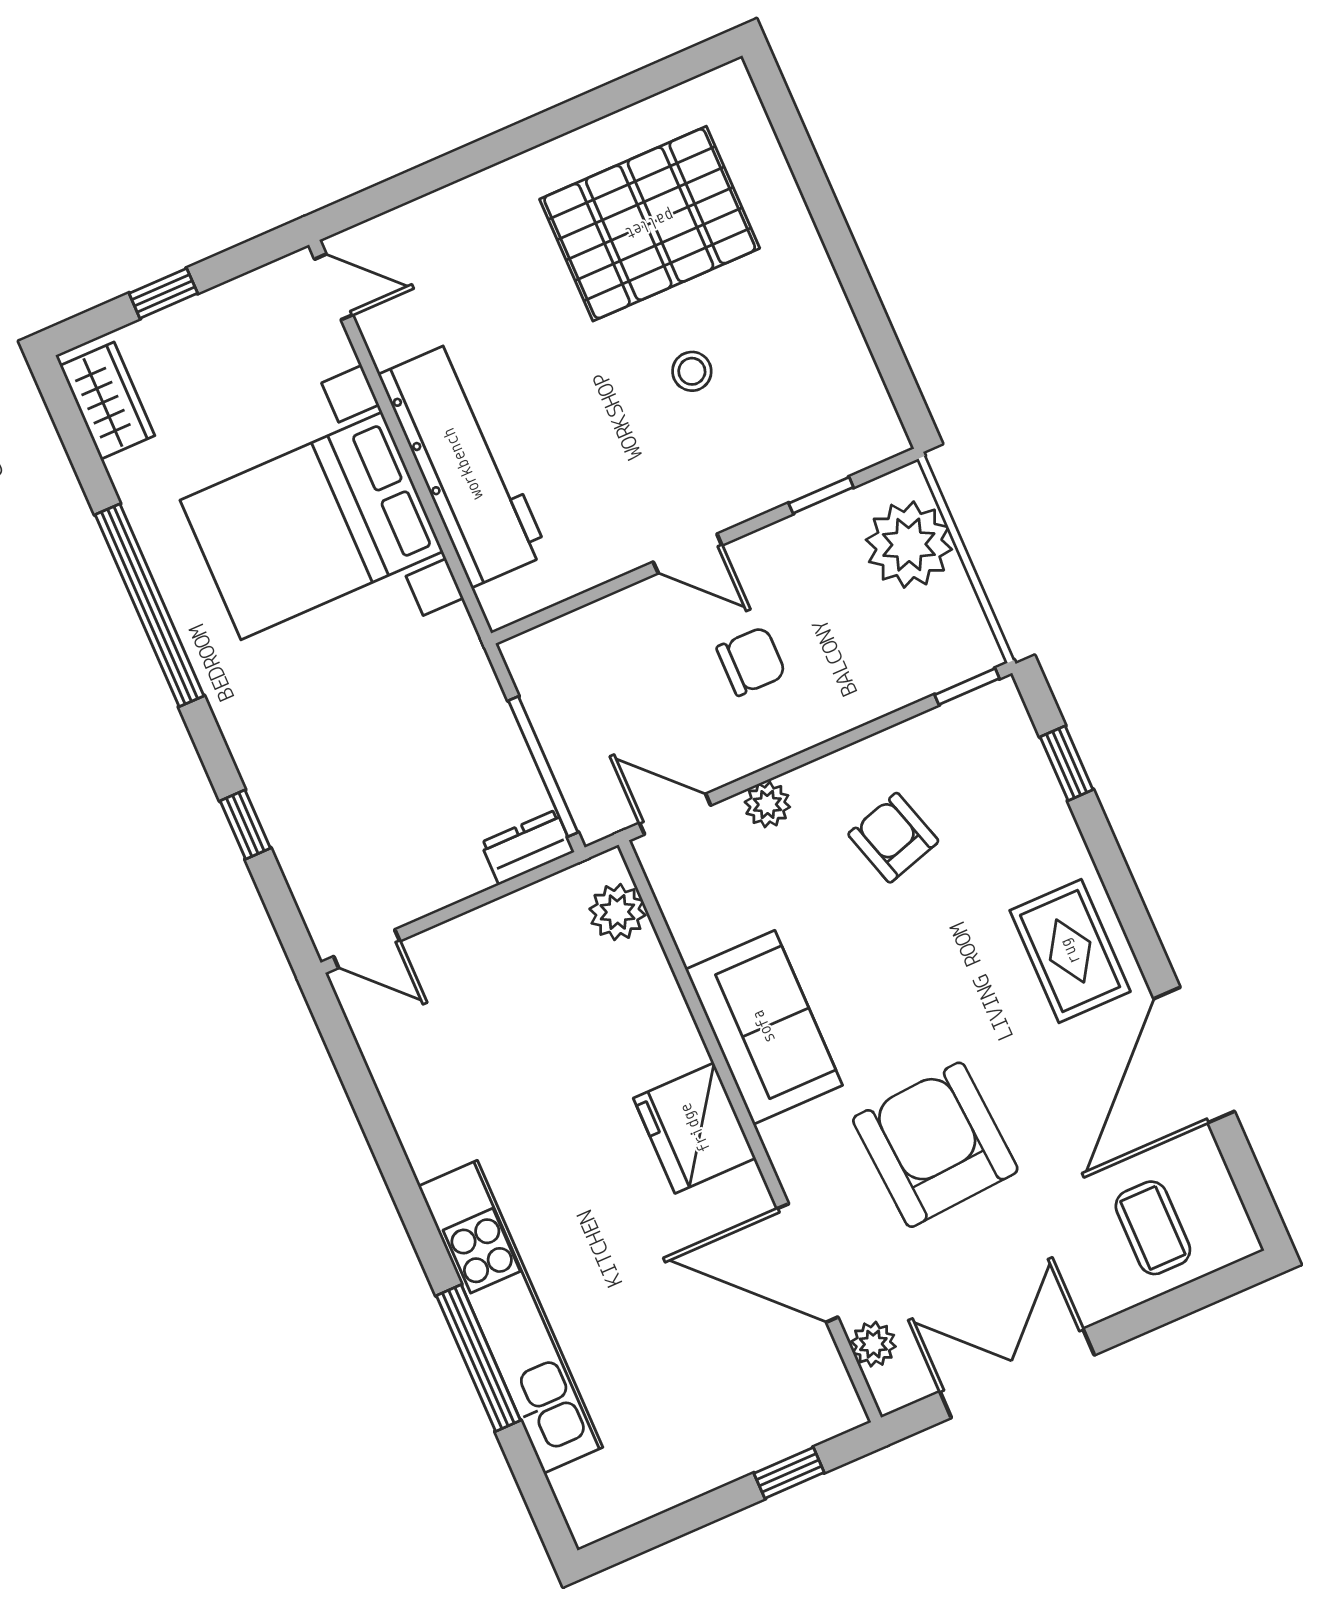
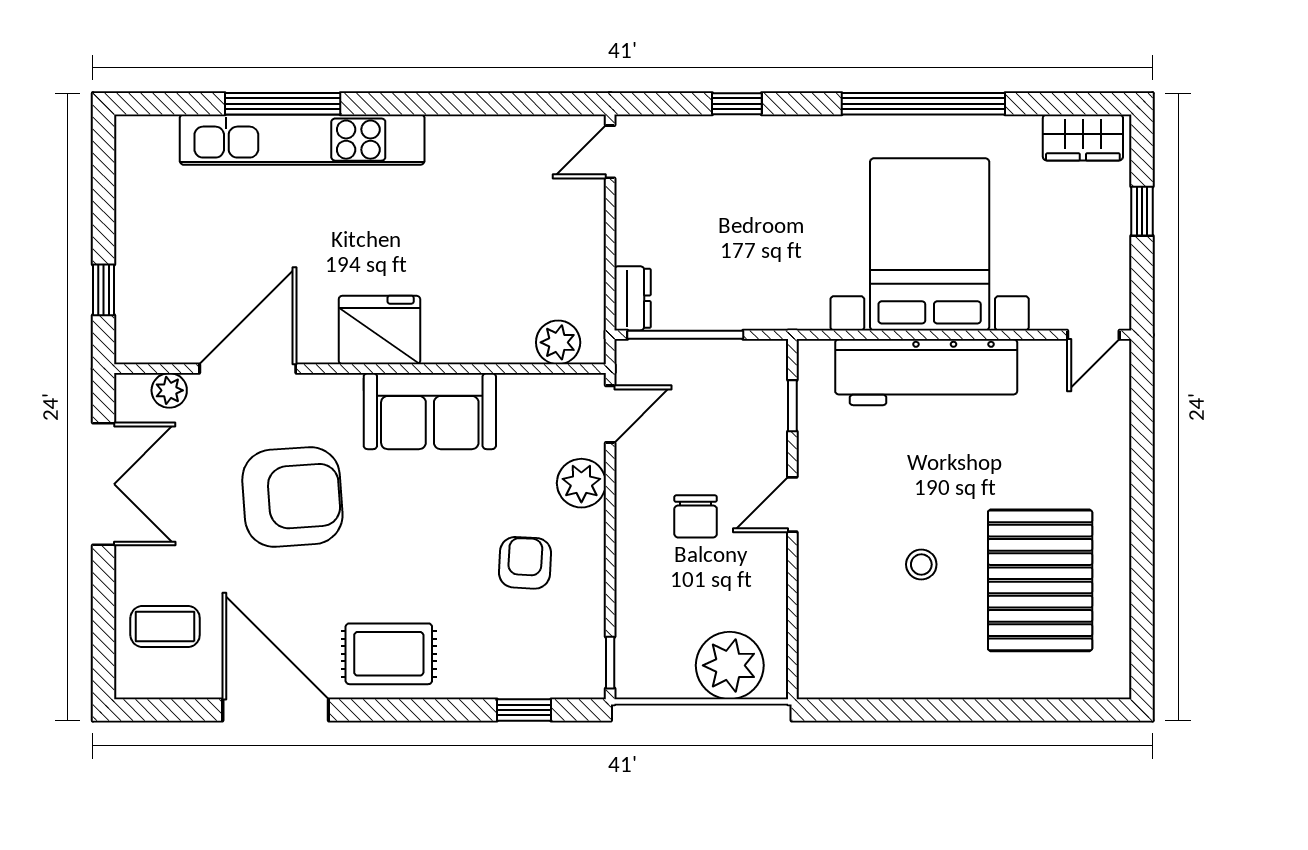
window: (821, 495) -> (792, 406), moved
plant: (767, 805) -> (581, 483), width x1.38, depth x1.38
armchair: (893, 838) -> (525, 563), turned -70

